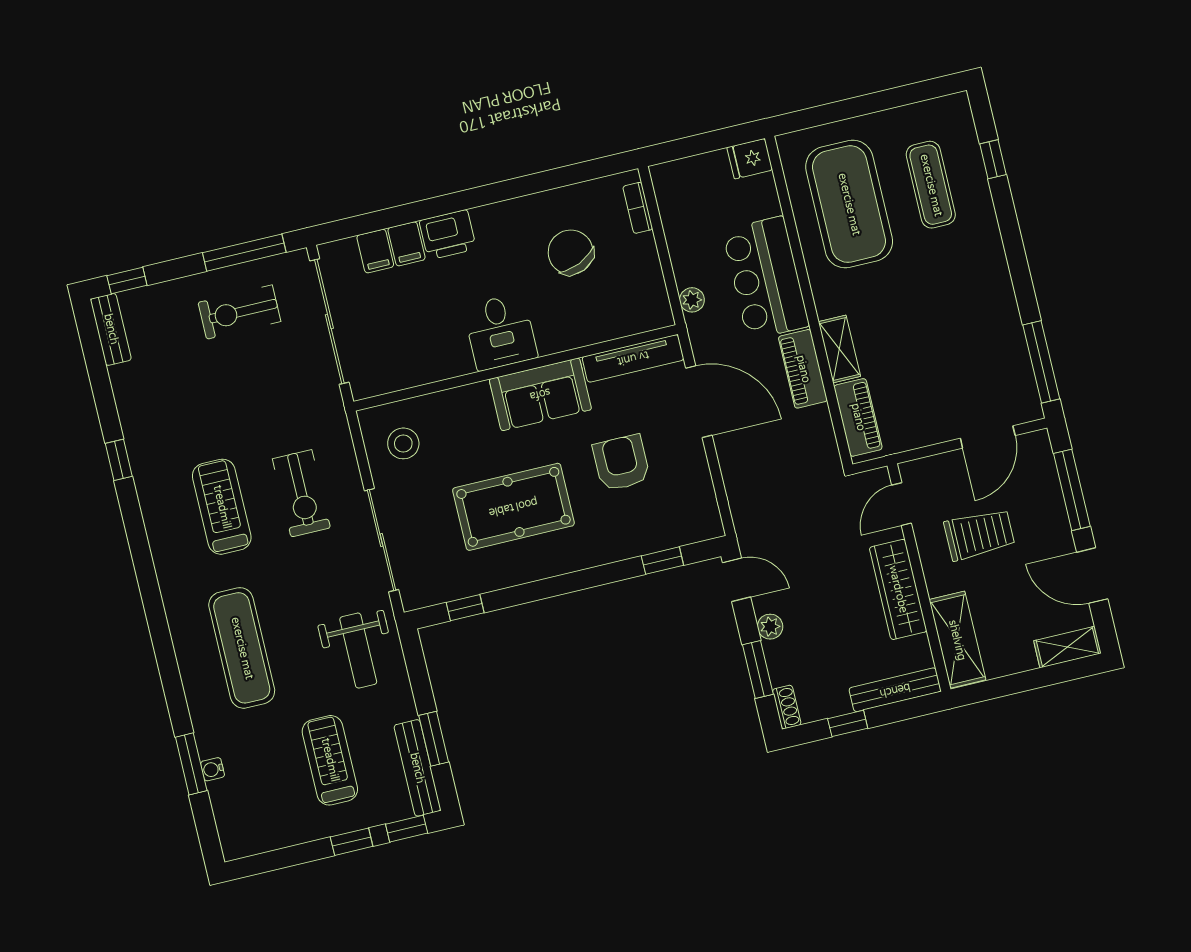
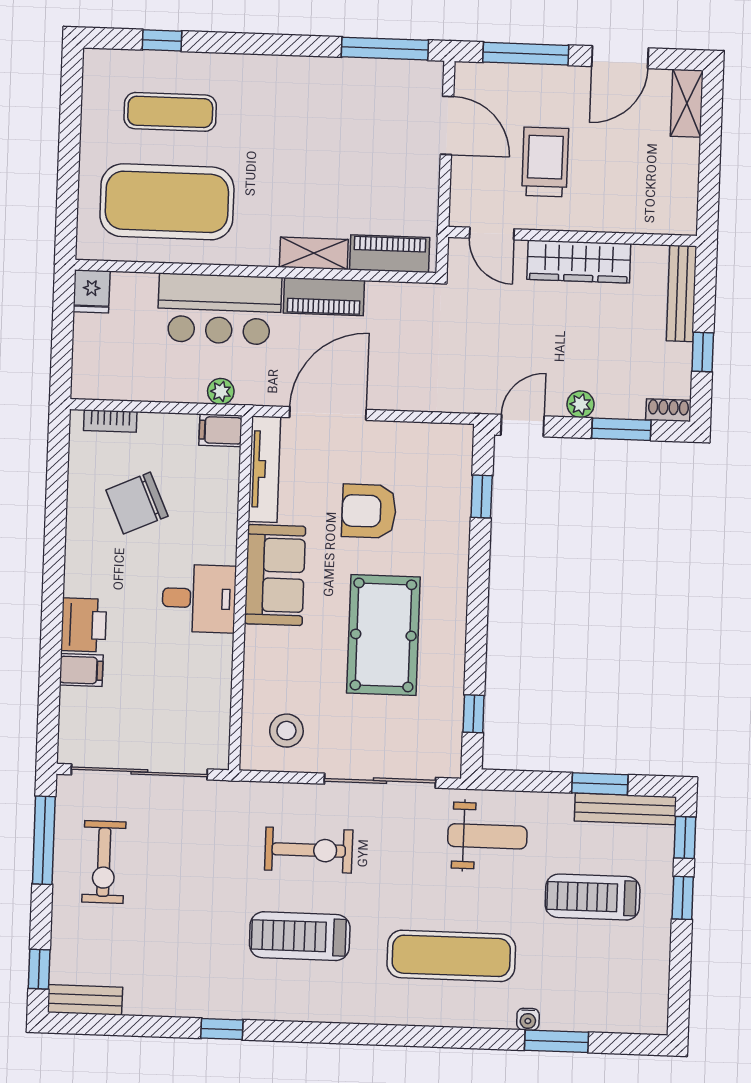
filing cabinet: (375, 251) -> (220, 430), moved, turned 180
shelving: (957, 640) -> (648, 215), removed
water cooler: (213, 769) -> (528, 1019), moved

